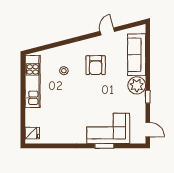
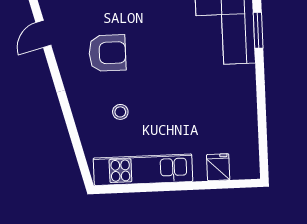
door: (107, 31) -> (43, 34), hinge flipped
fridge: (32, 133) -> (218, 167), moved

